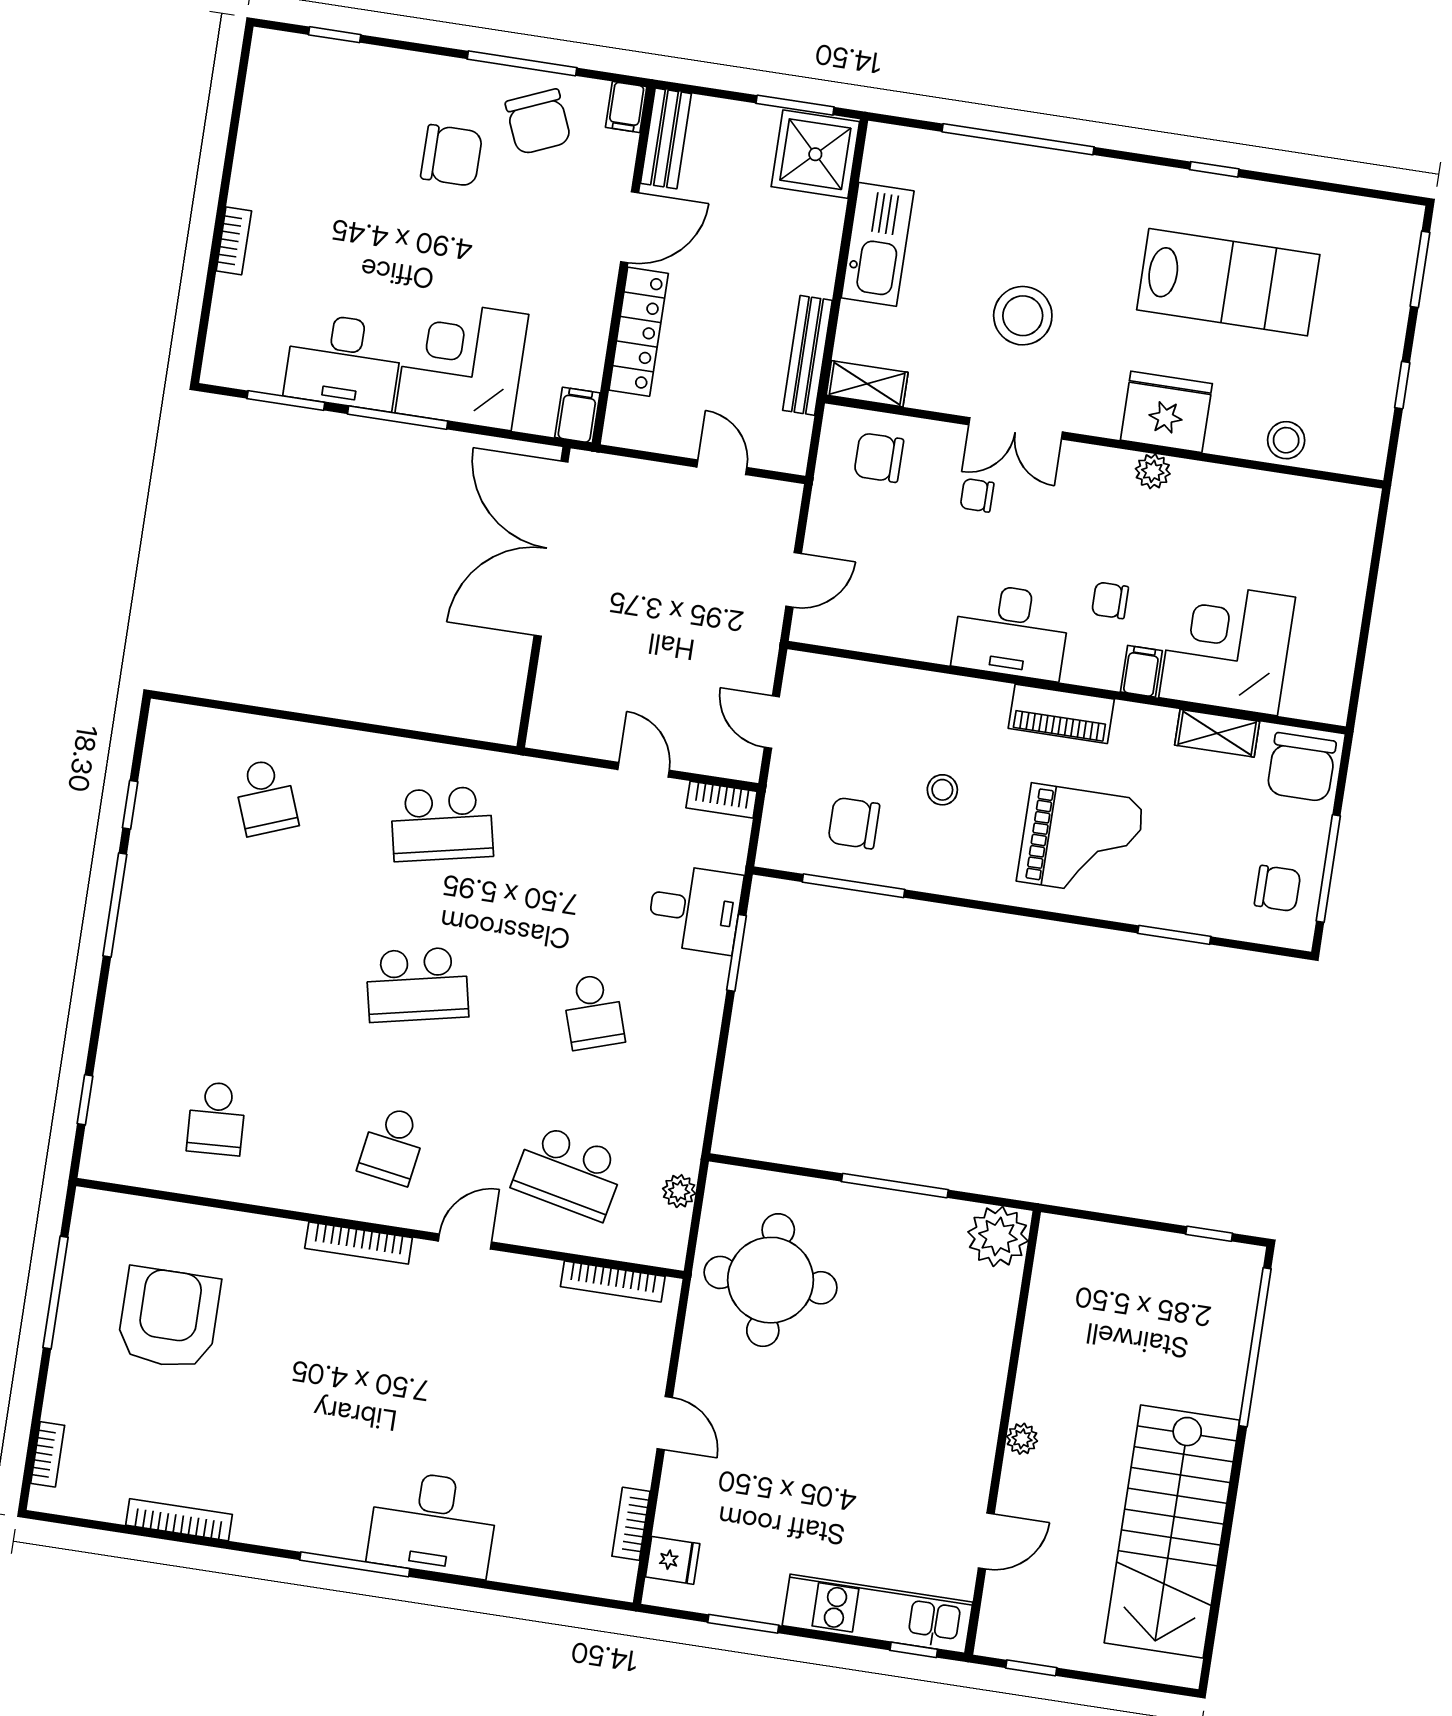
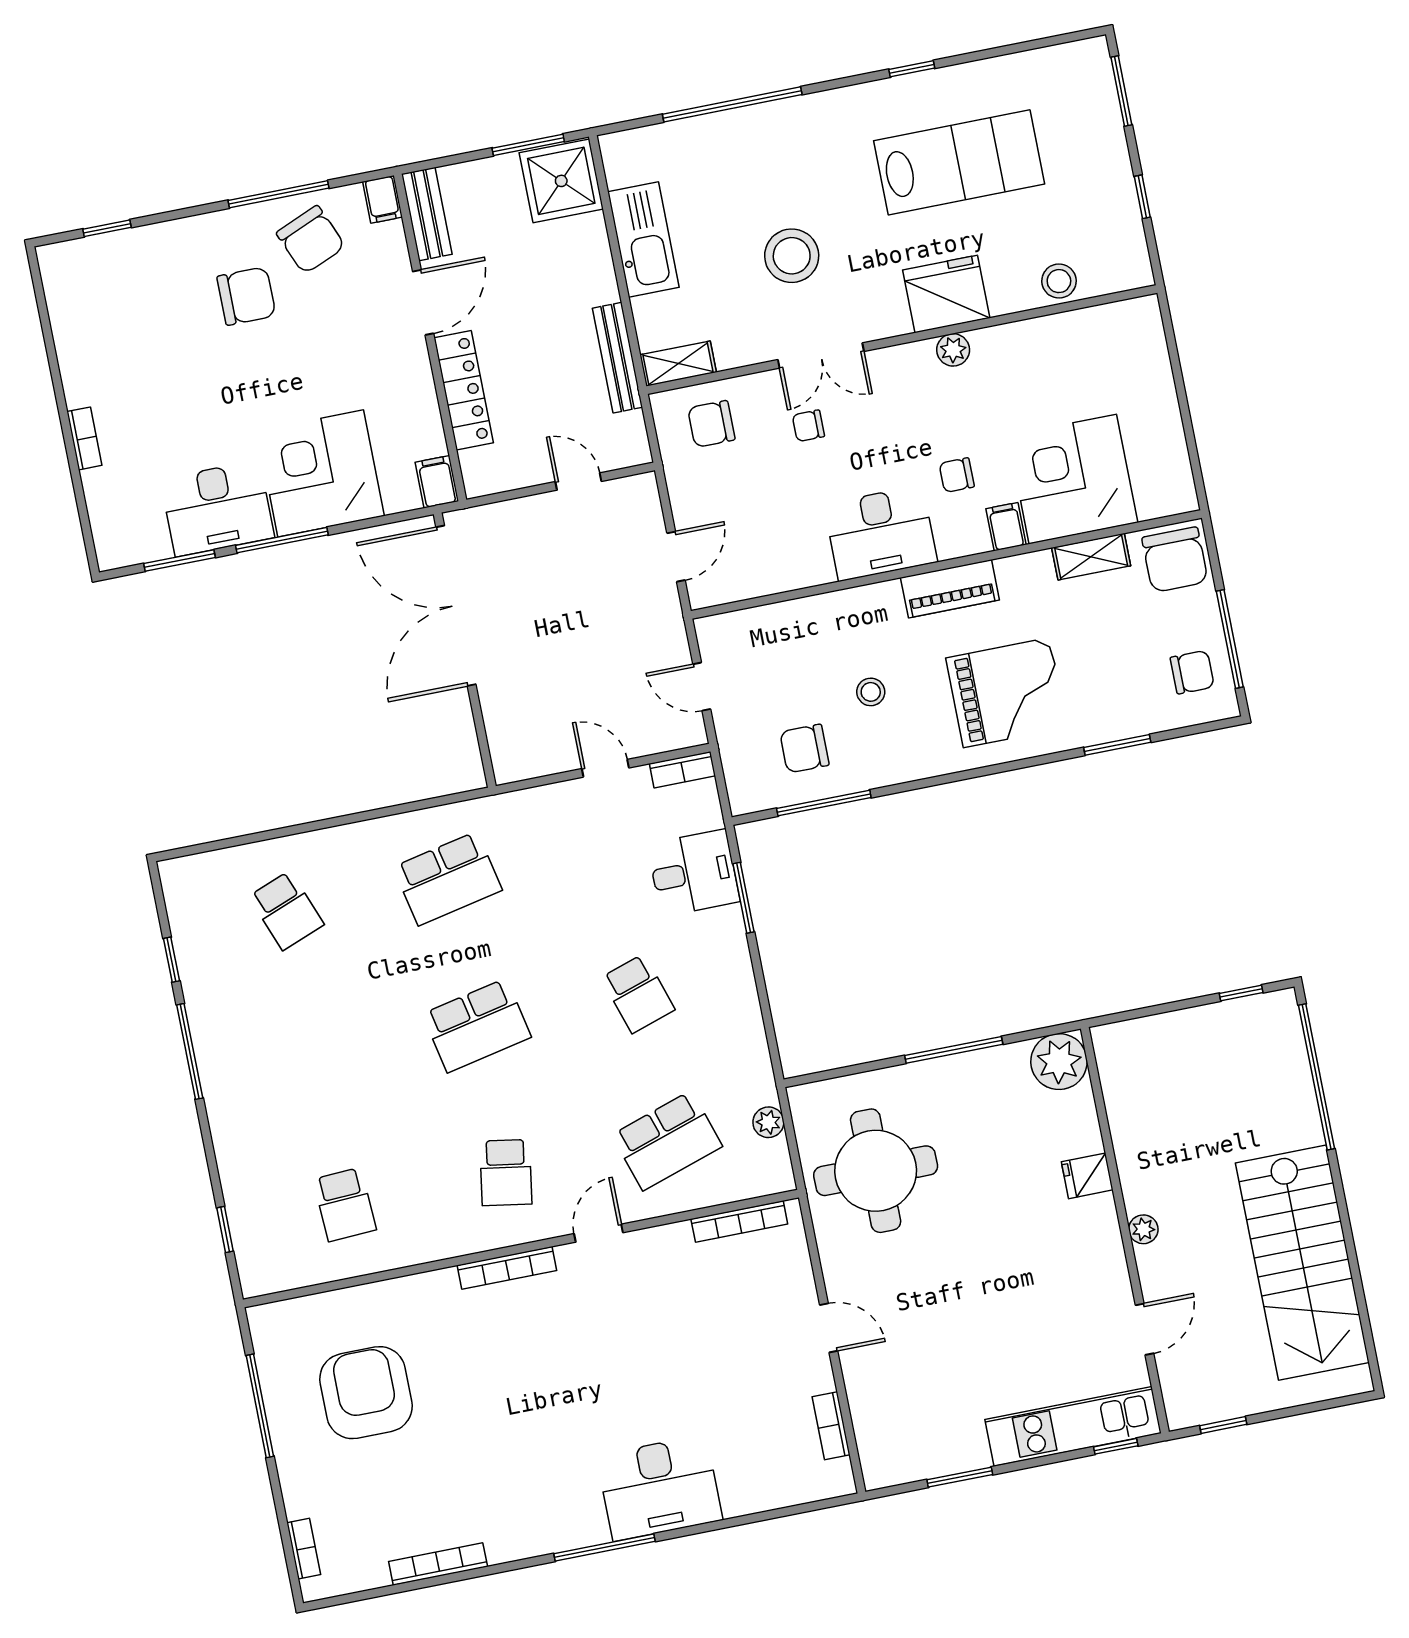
school desk: (569, 1172) -> (667, 1141), turned -30
fridge: (673, 1560) -> (1087, 1176), moved, turned 180

